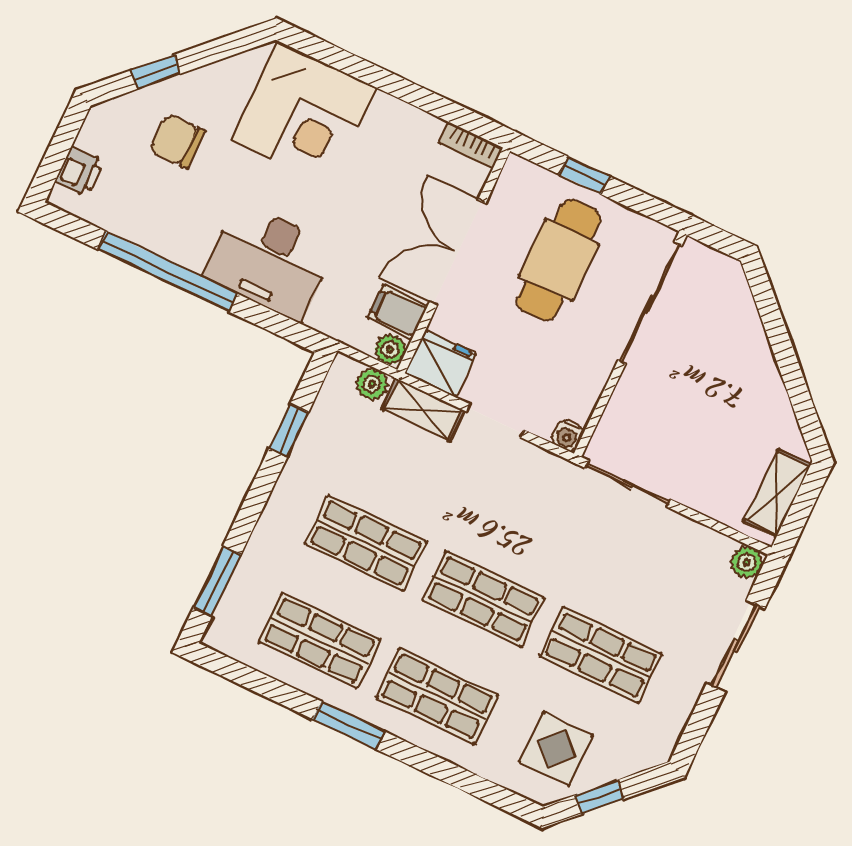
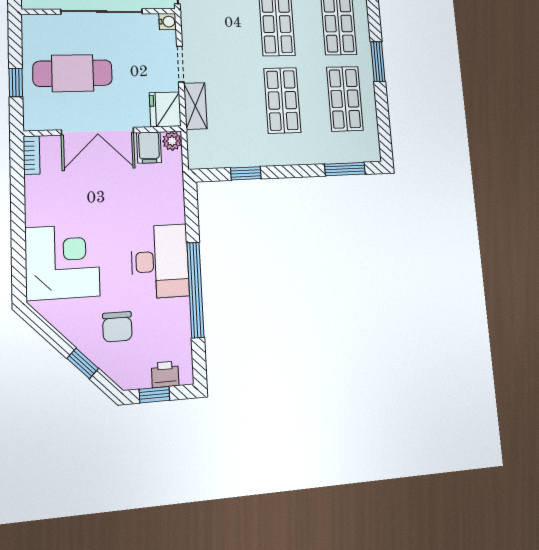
window: (62, 143) -> (154, 395), added
desk: (269, 261) -> (160, 261), moved
sliding door: (650, 303) -> (102, 12), moved
plant: (372, 384) -> (196, 141), removed

